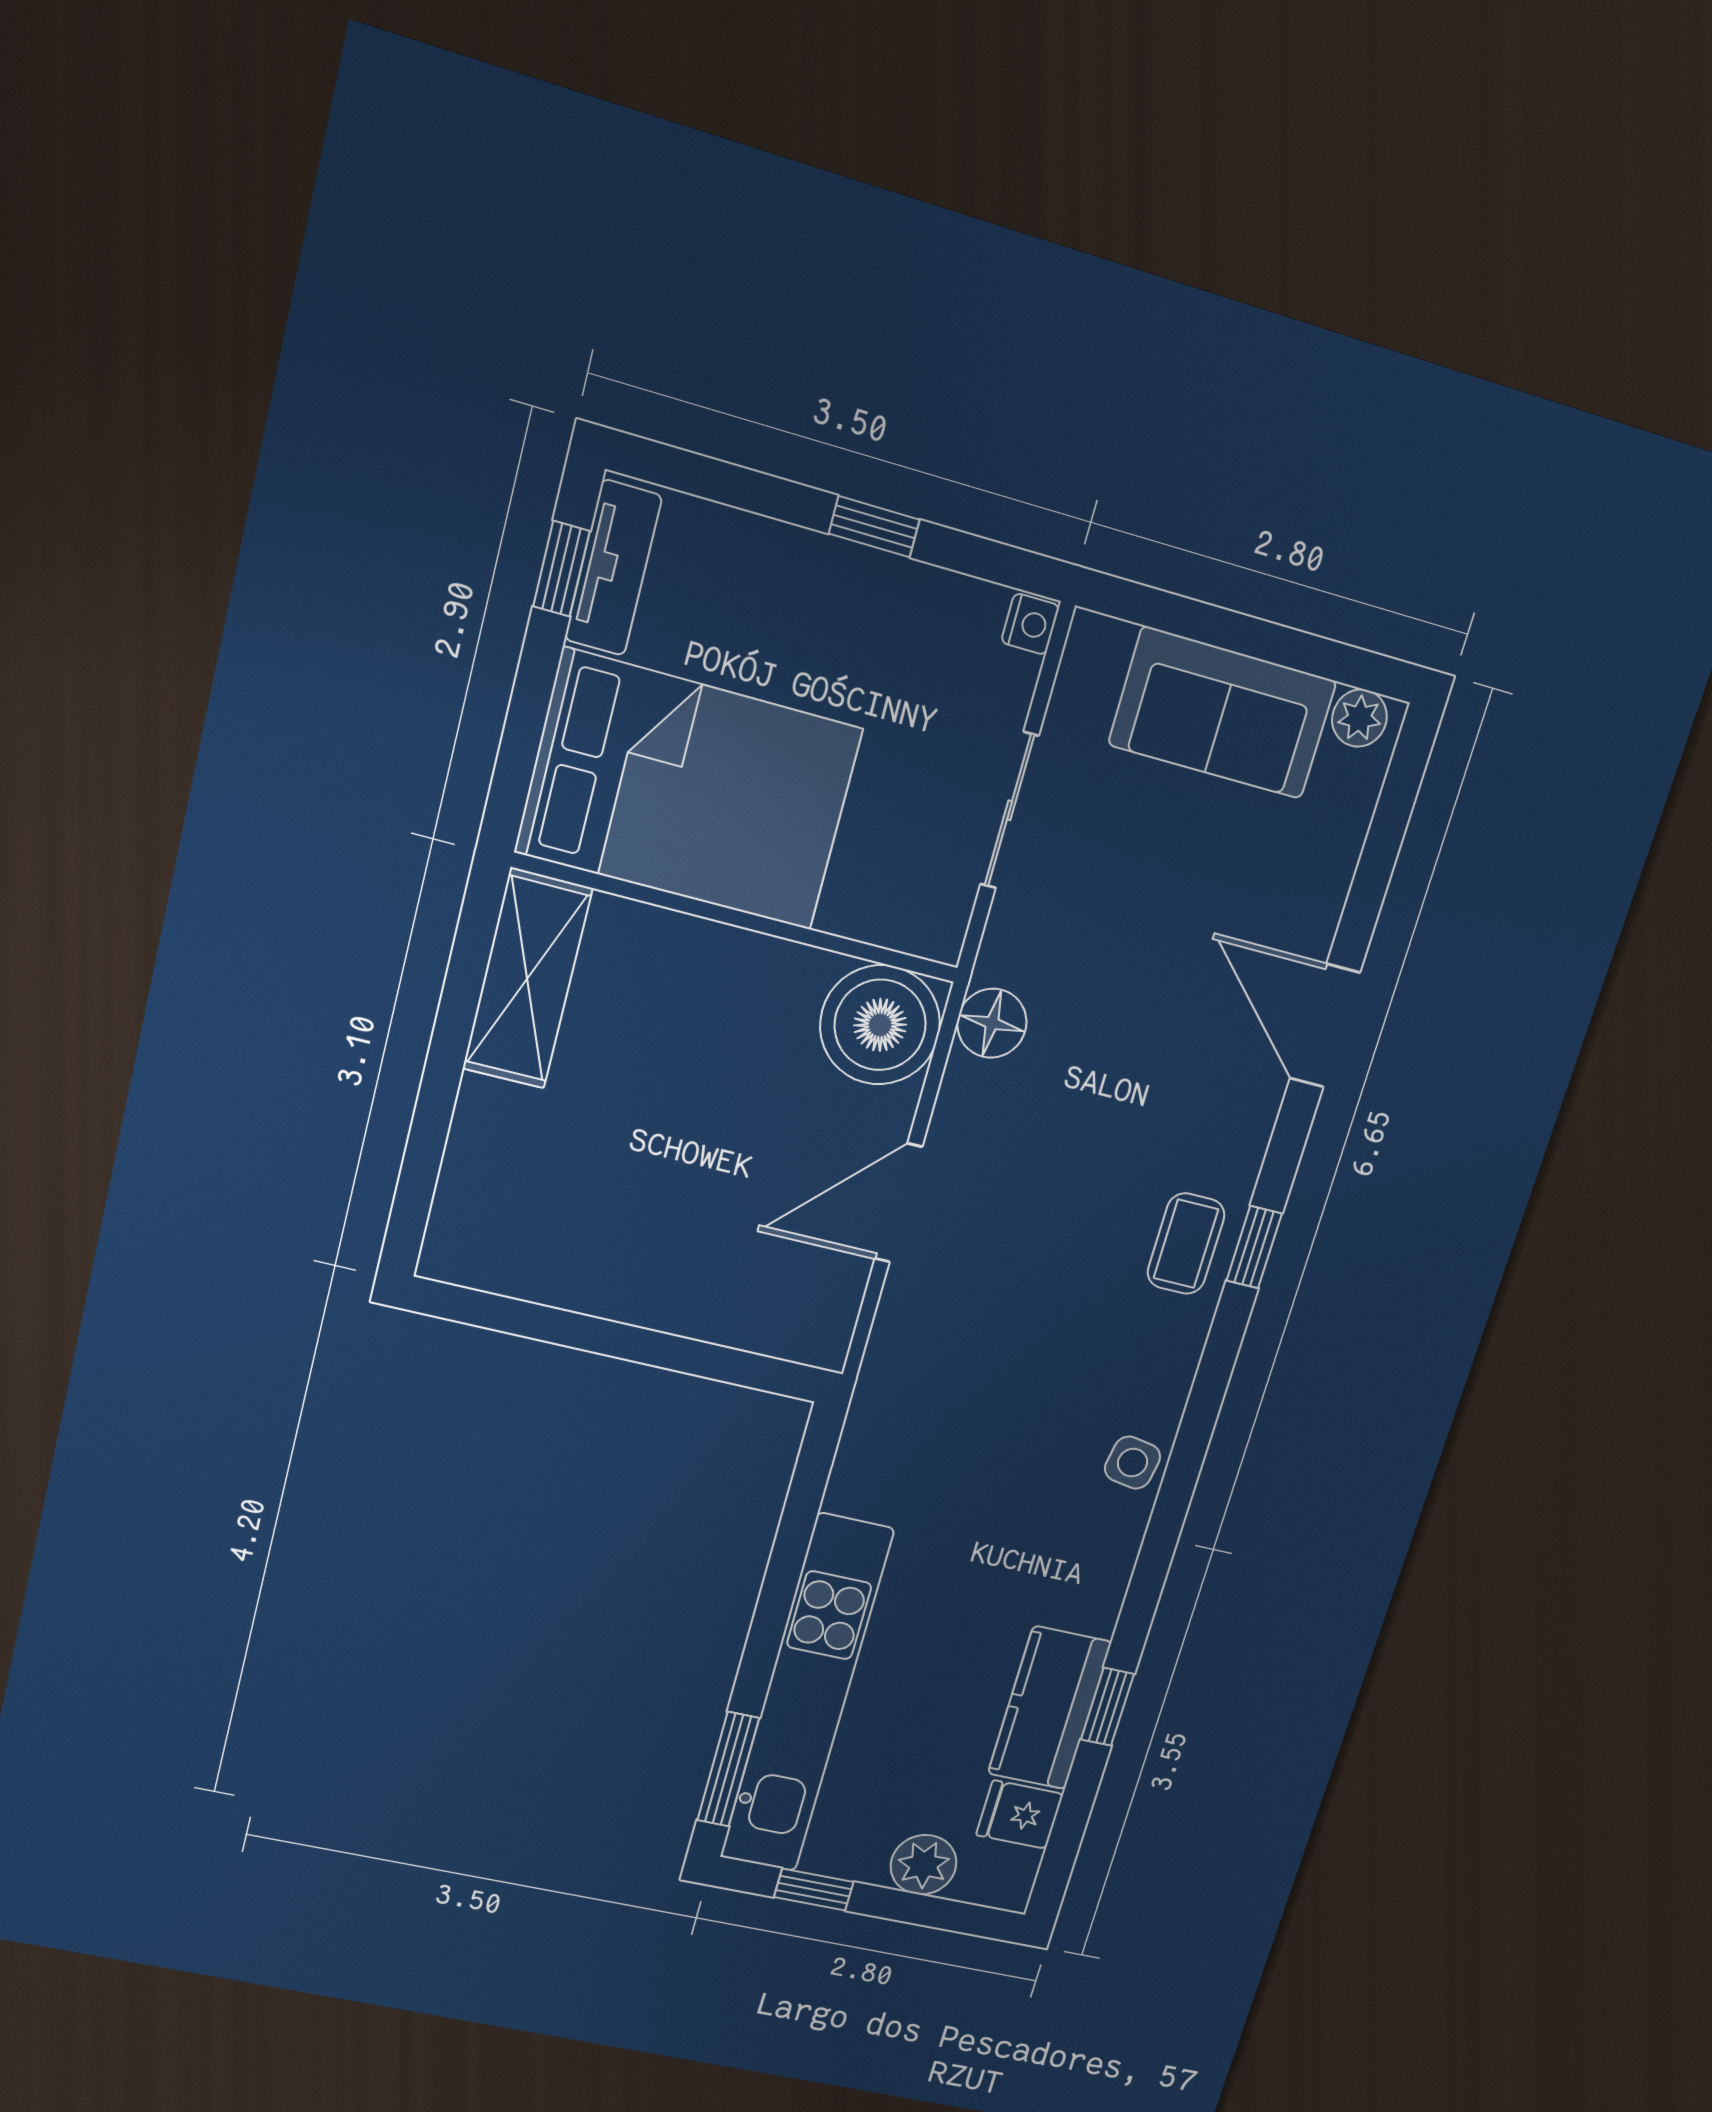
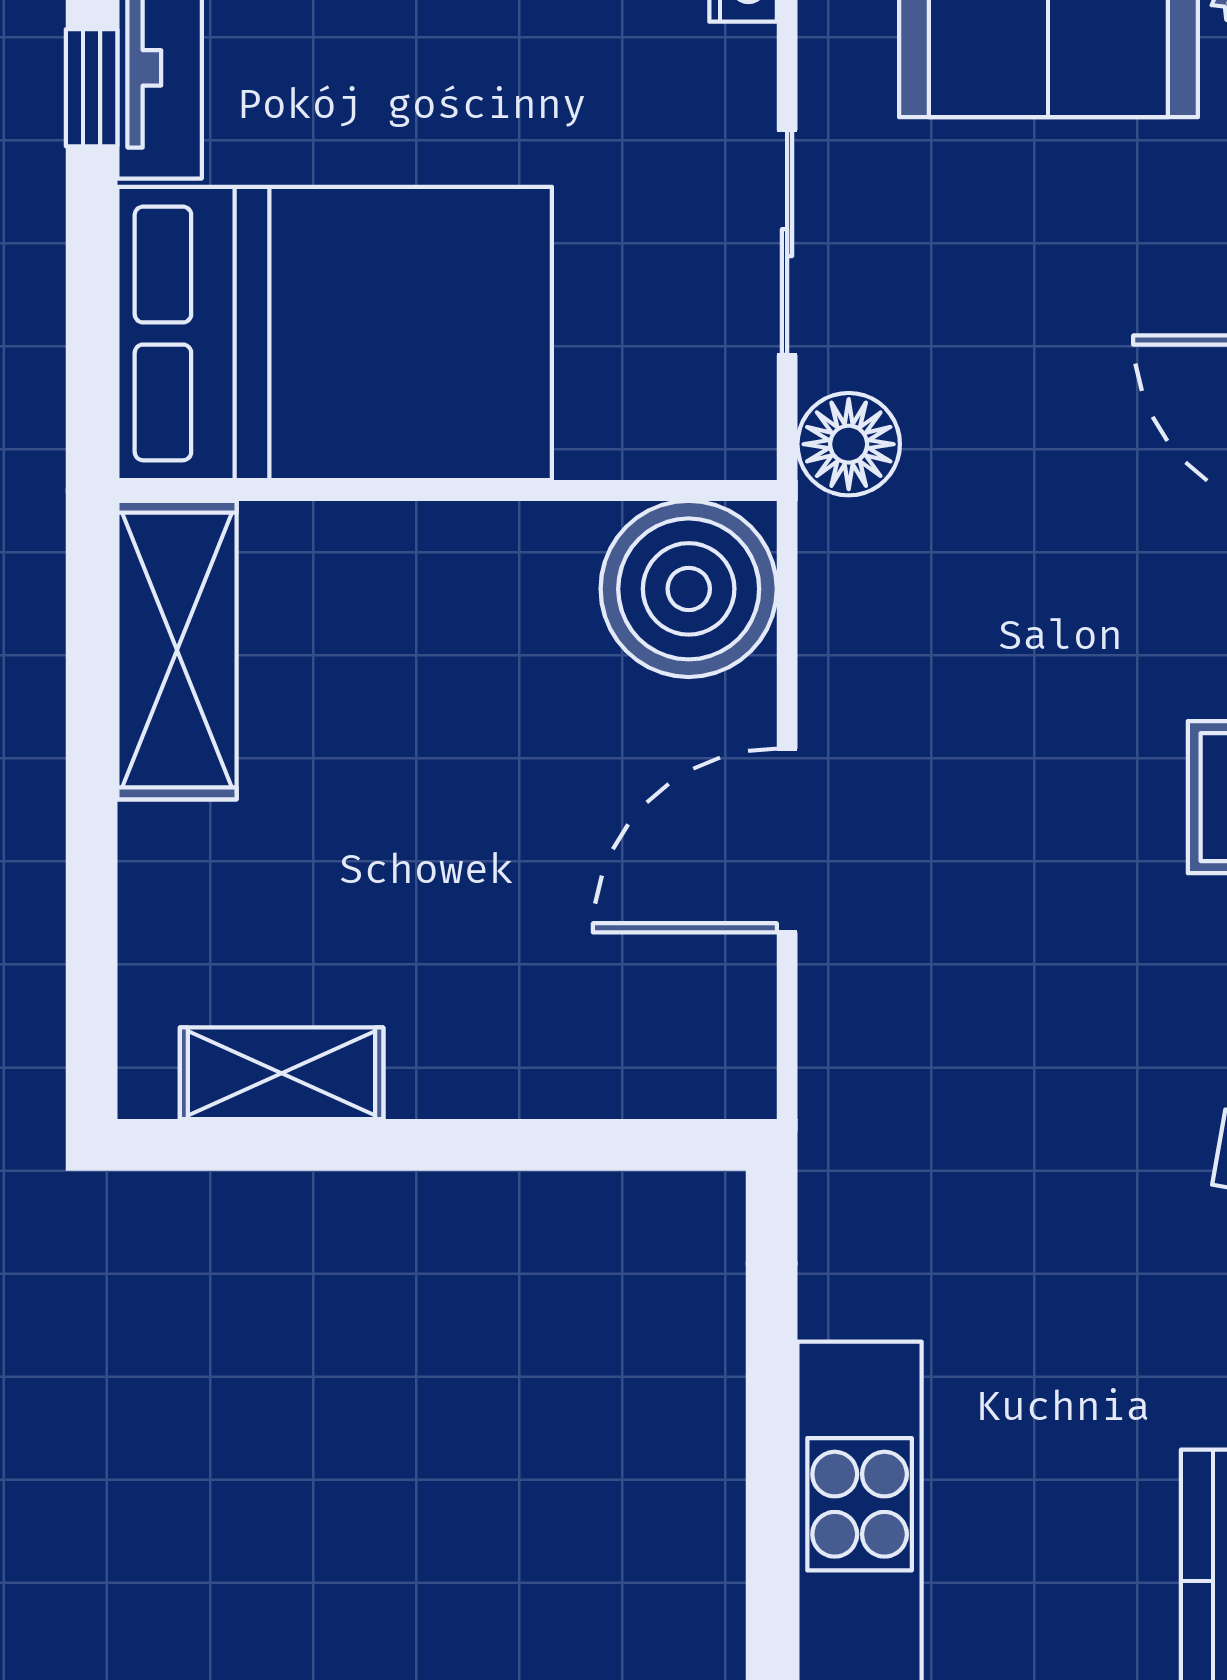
floor lamp: (992, 1023) -> (849, 444), moved
shelving: (530, 1272) -> (282, 1073), added

